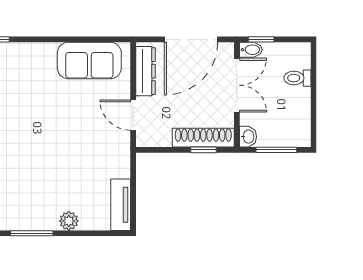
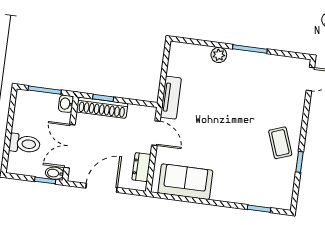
door: (191, 39) -> (101, 188), width x0.73
dresser: (146, 71) -> (141, 167), width x0.70
toilet: (297, 78) -> (25, 144), width x1.37, depth x1.39
tv unit: (121, 205) -> (171, 98), moved

